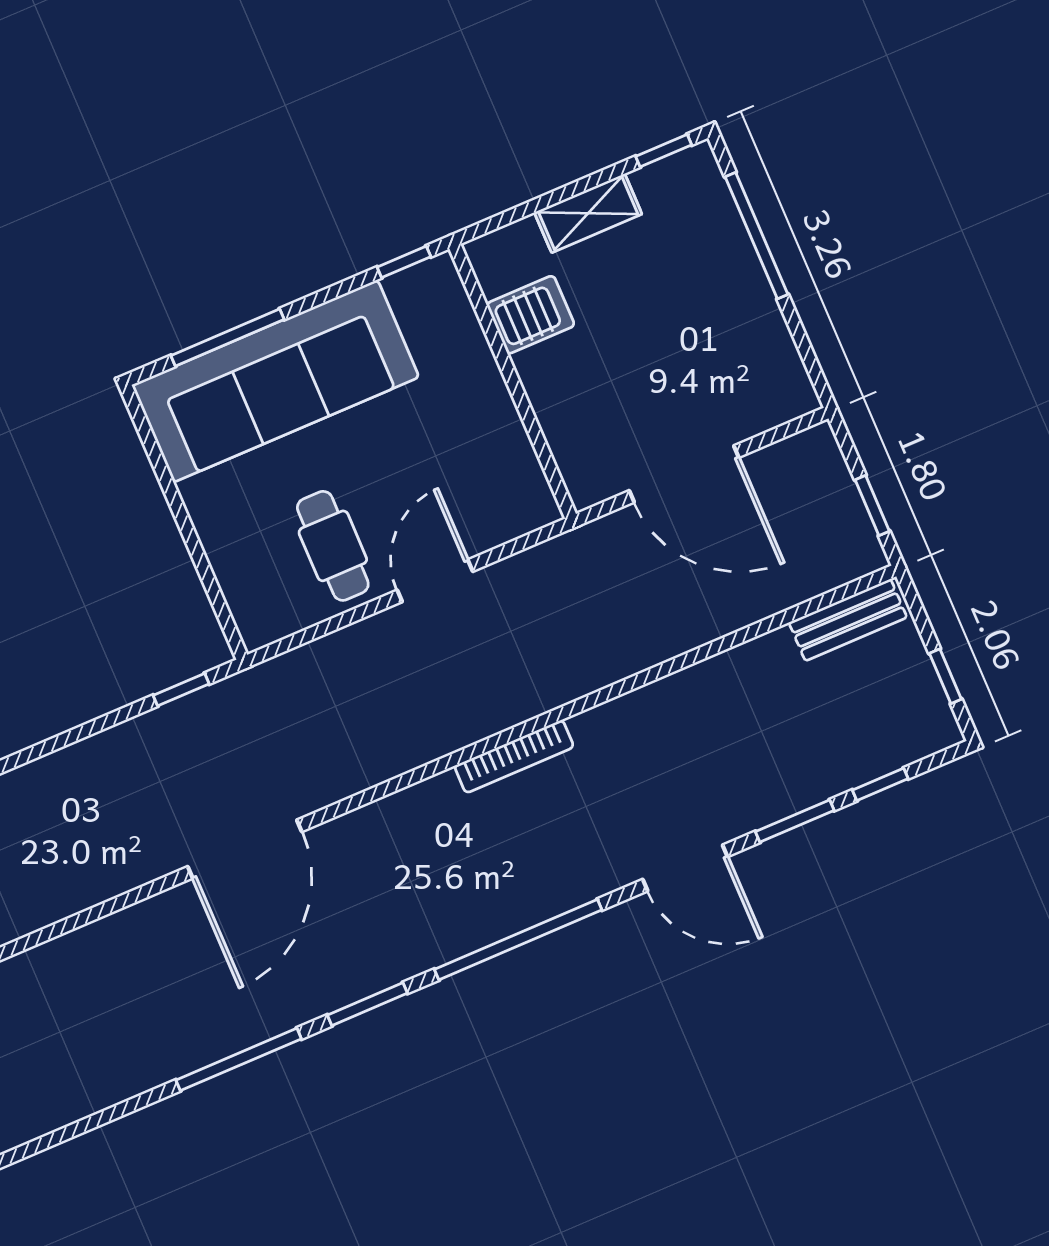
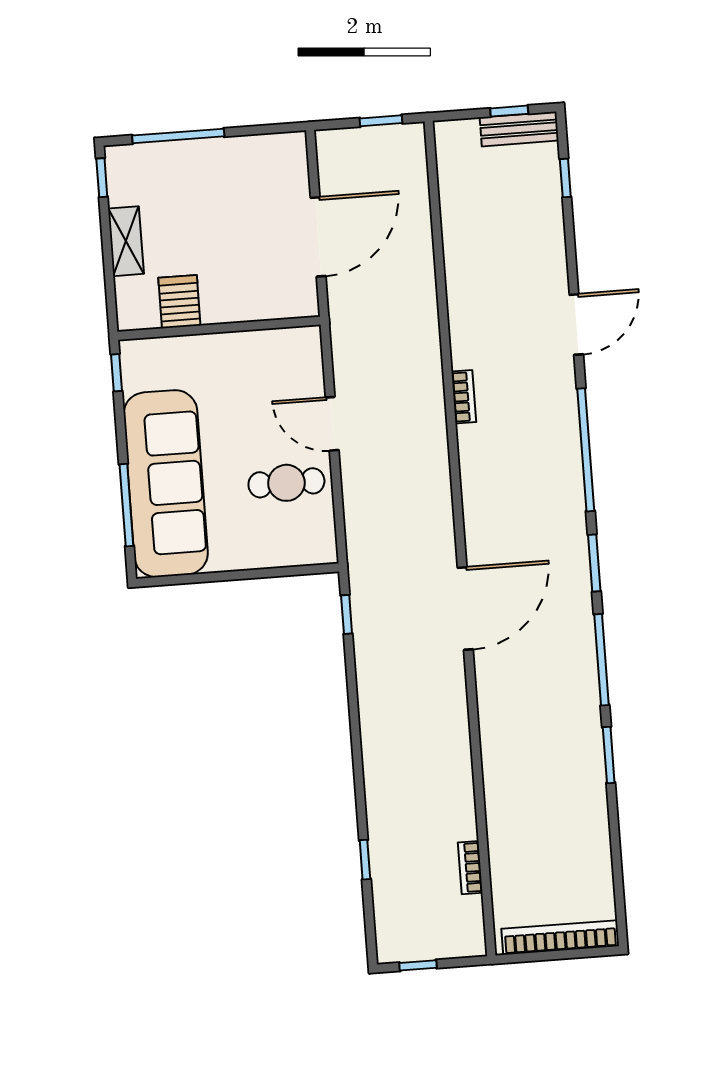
bench: (848, 620) -> (519, 129), moved, turned 90
bookcase: (514, 756) -> (464, 397), width x0.64
window: (795, 821) -> (609, 755), moved
door: (245, 849) -> (465, 608), hinge flipped

